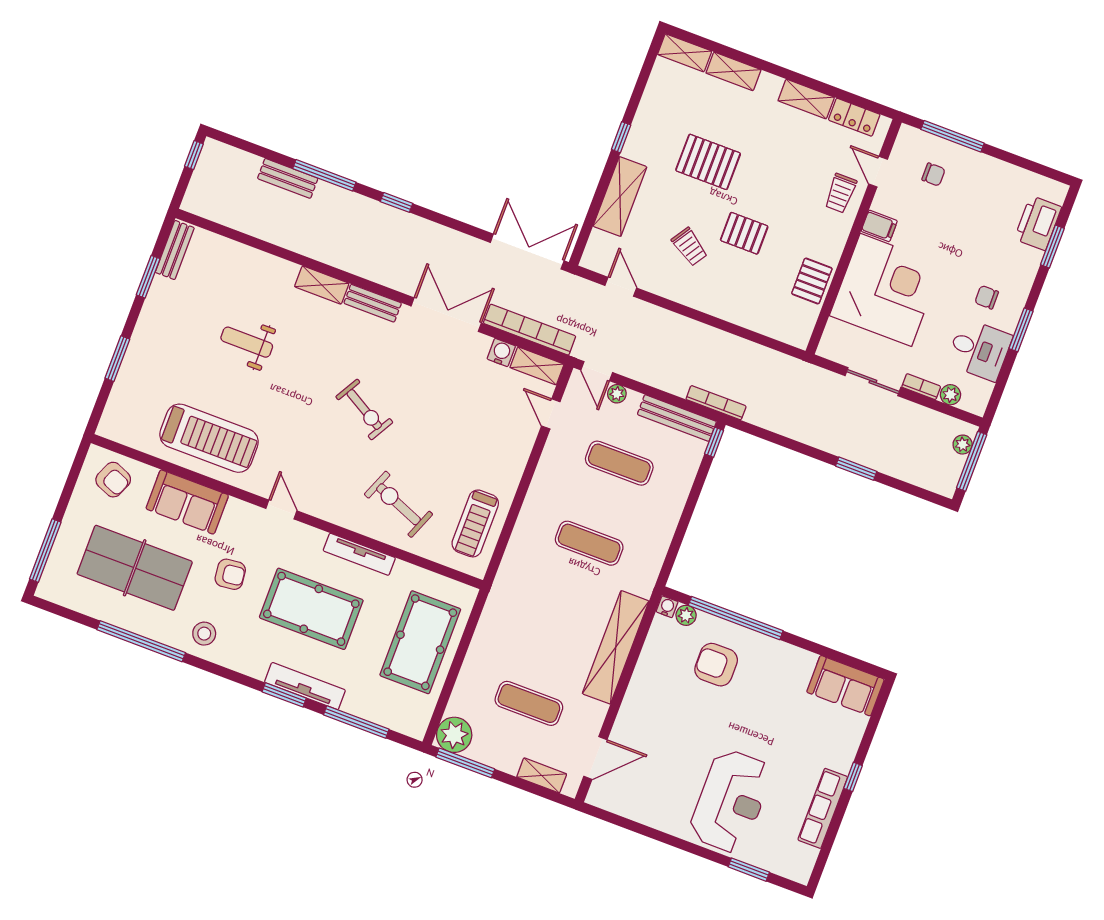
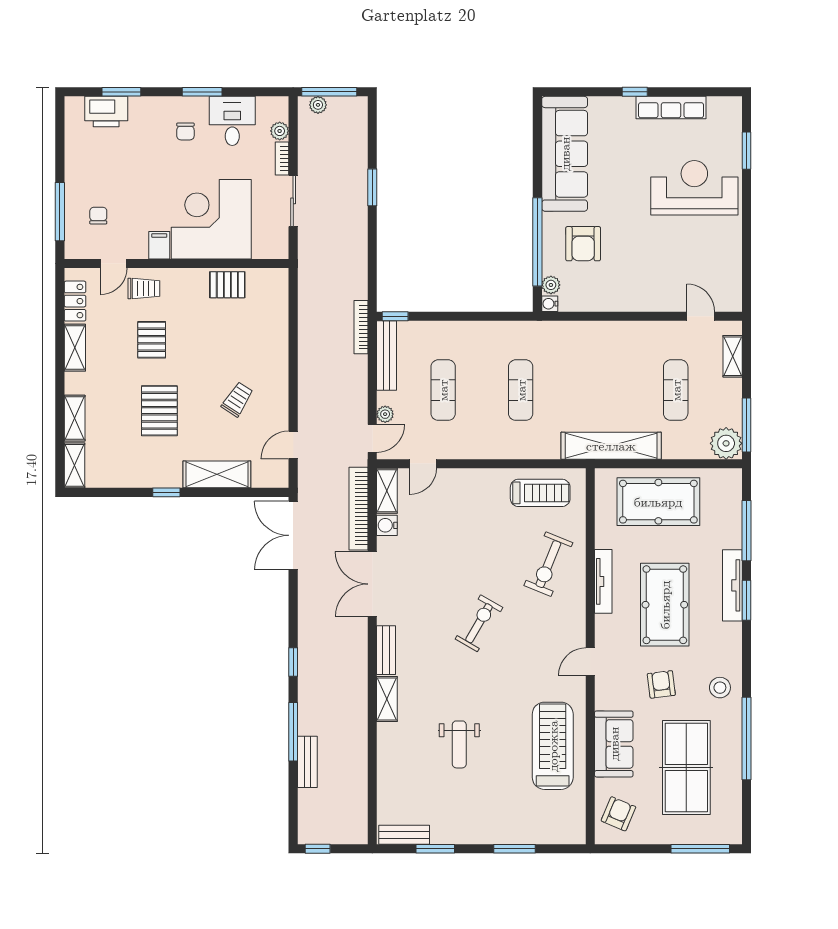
pallet: (744, 233) -> (152, 340), moved
shelving: (616, 647) -> (611, 446), moved
sofa: (845, 686) -> (565, 154), width x1.85, depth x1.27
door: (595, 758) -> (701, 316), width x0.73

